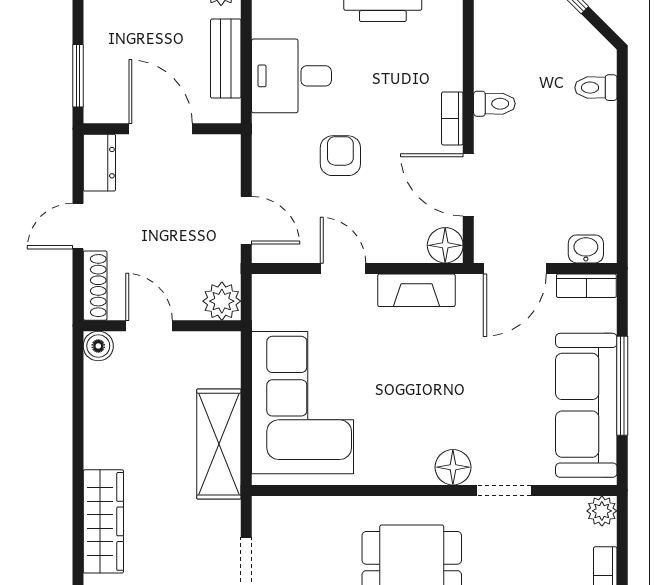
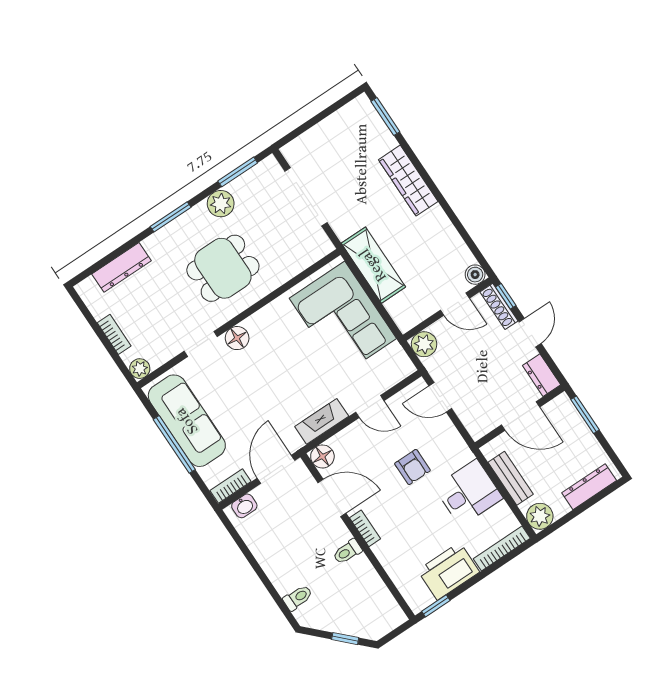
window: (78, 293) -> (506, 296), added

